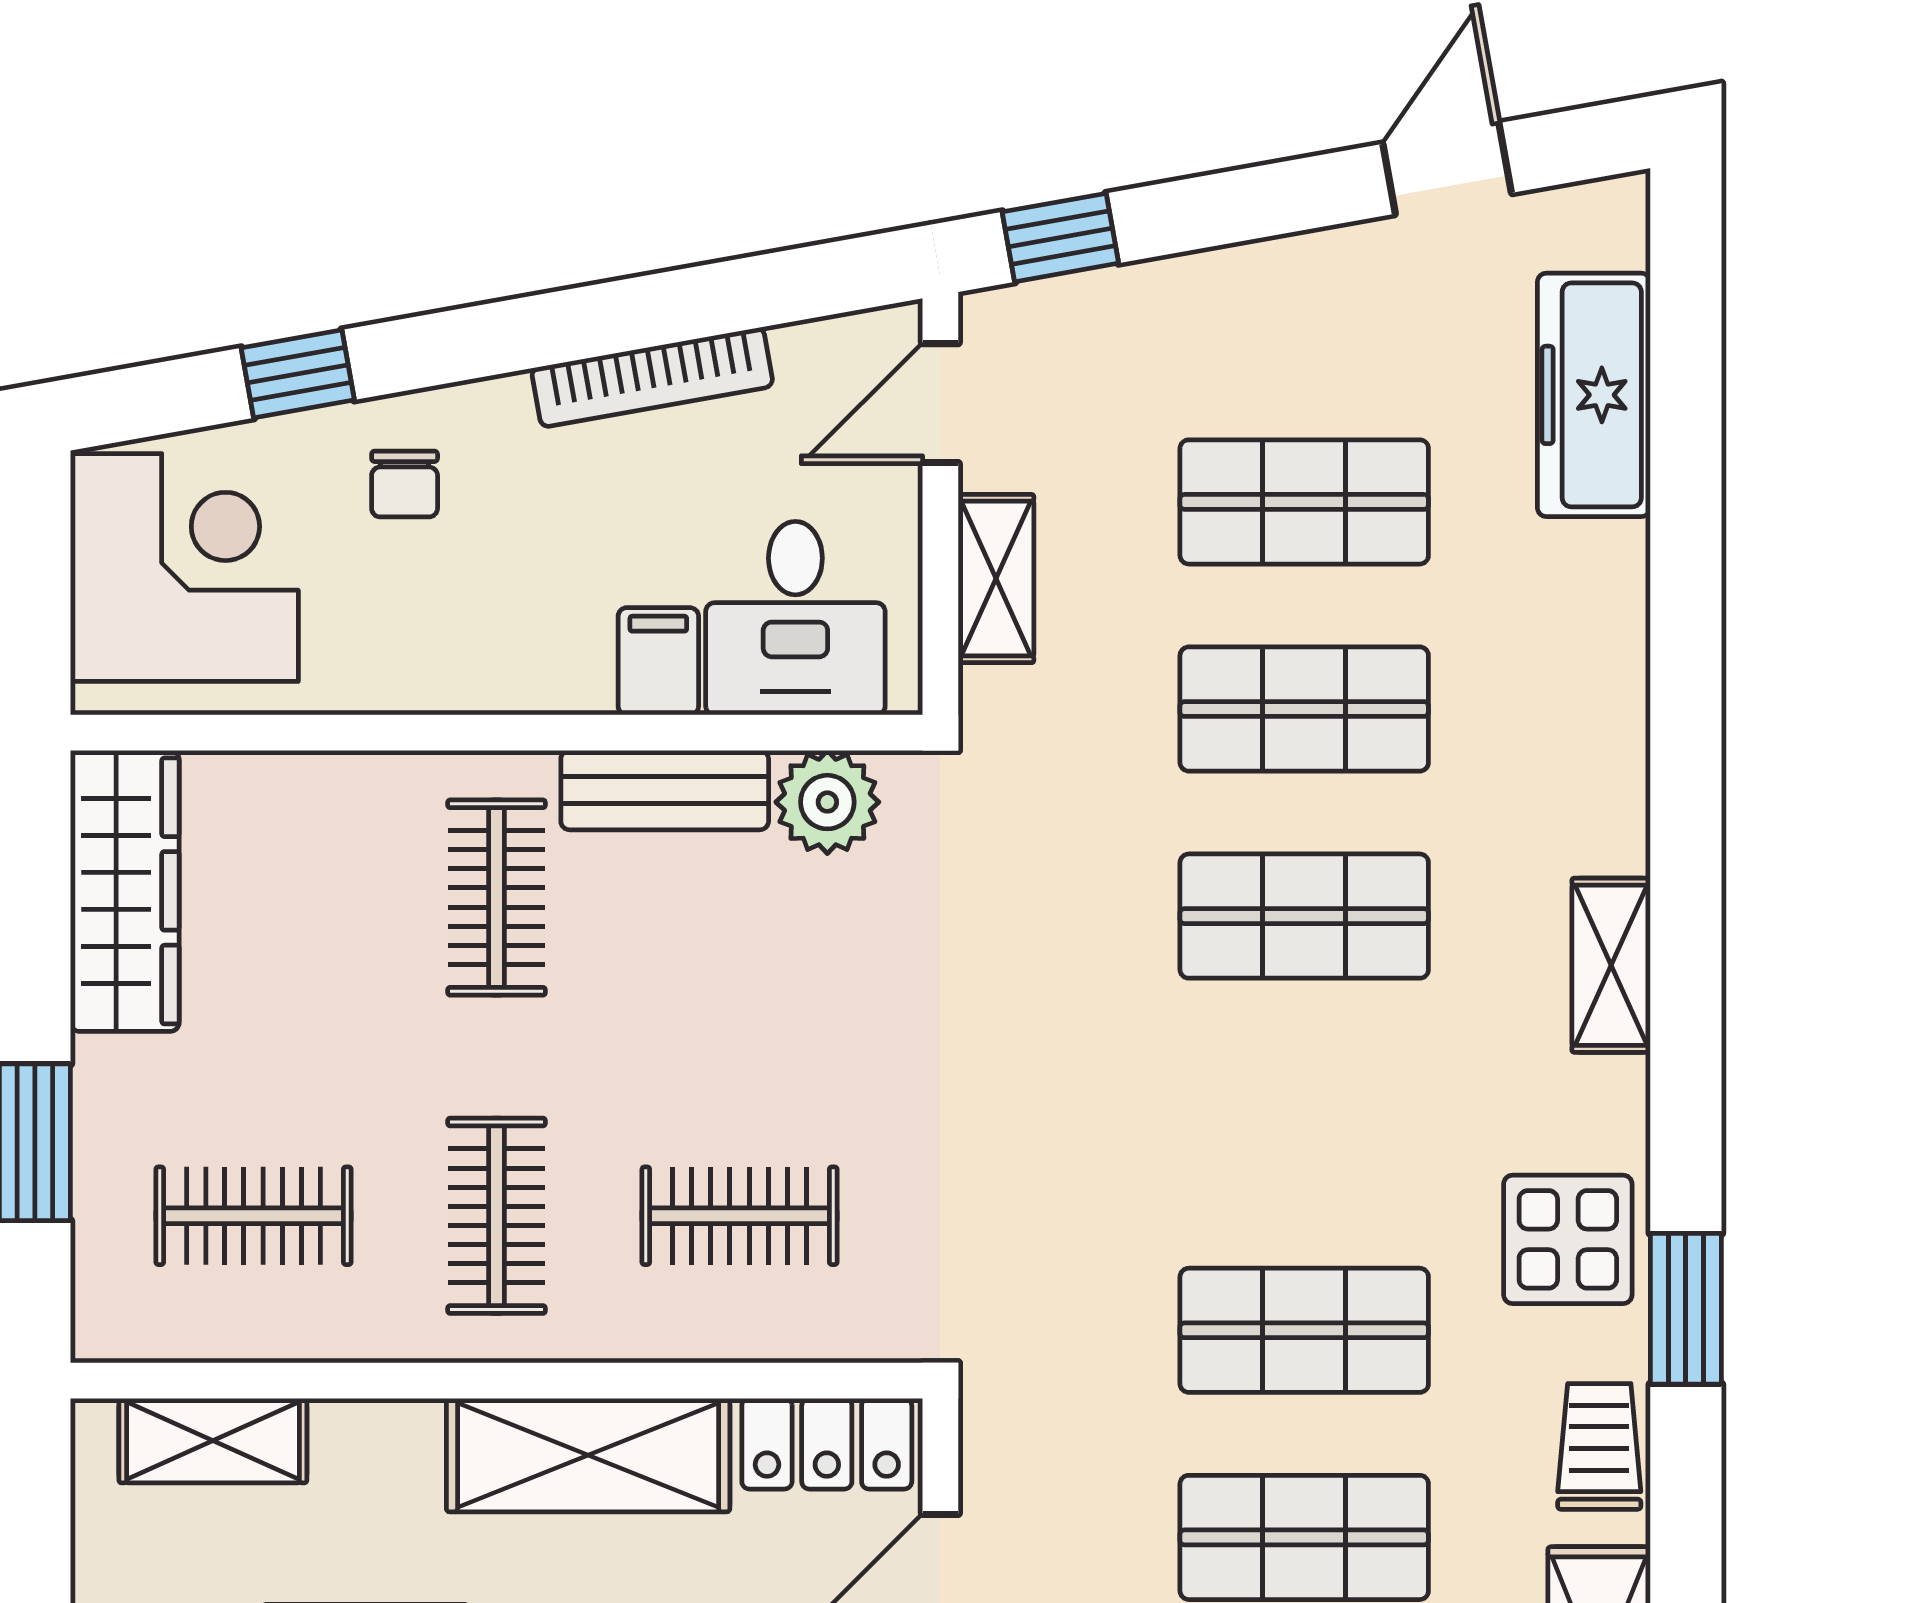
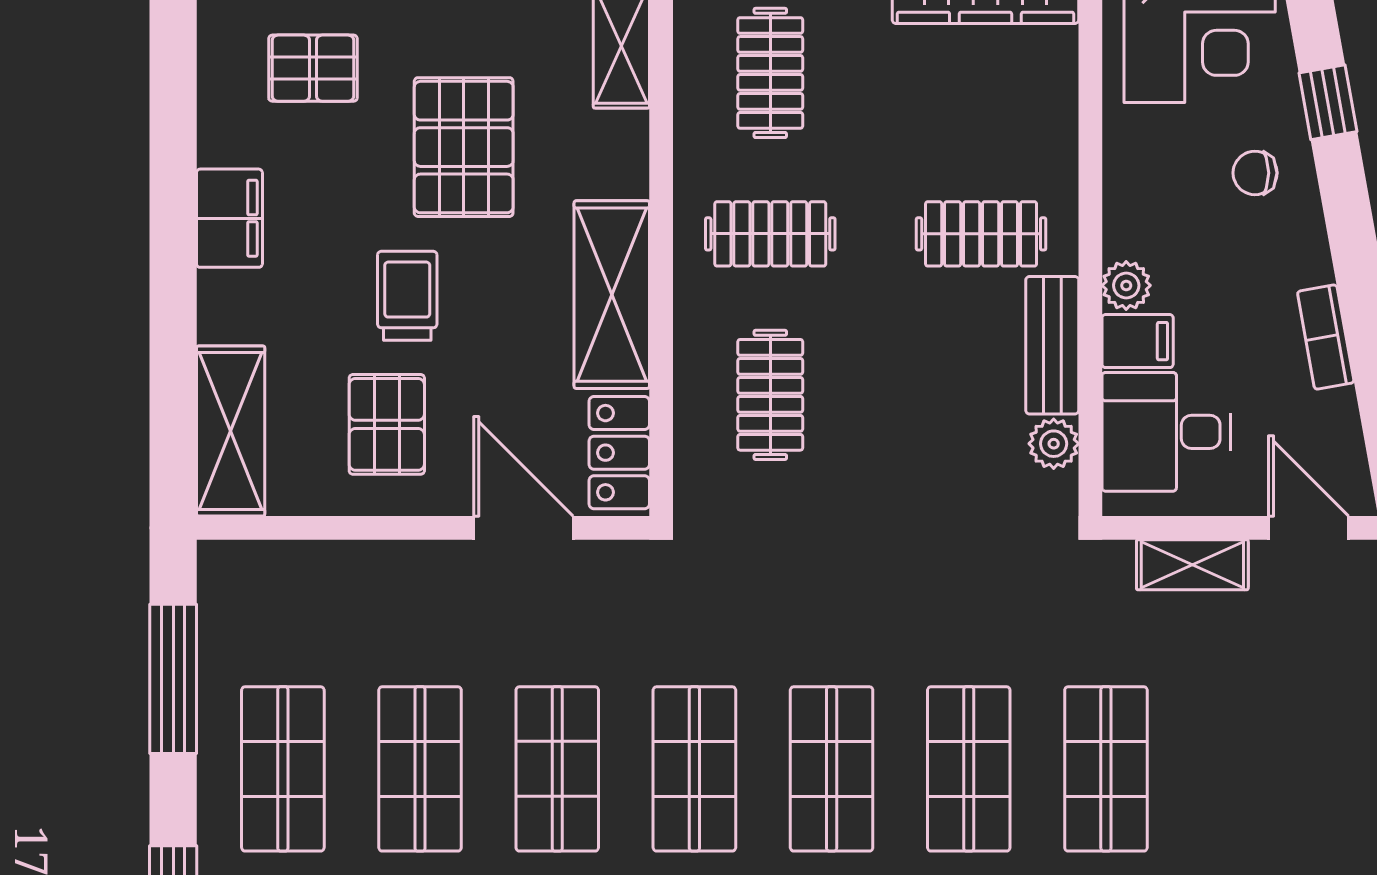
bookcase: (652, 377) -> (1326, 337), width x0.64
shop shelf: (1304, 502) -> (832, 769), moved
plant: (574, 678) -> (1126, 285), added
plant: (827, 802) -> (1054, 444), width x0.73, depth x0.73

